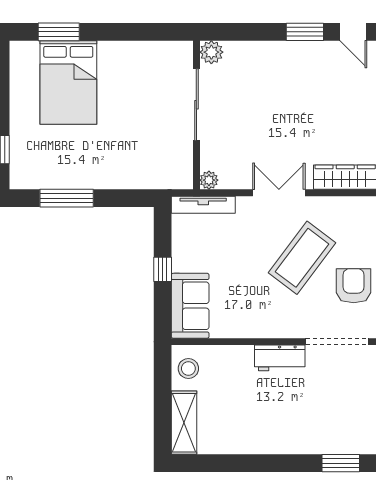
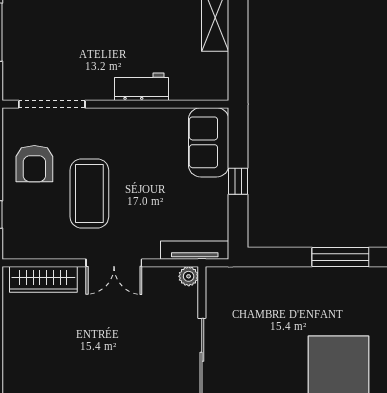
coffee table: (302, 258) -> (89, 193), turned -37
workbench: (280, 358) -> (141, 87), moved
stool: (188, 369) -> (210, 75), removed

